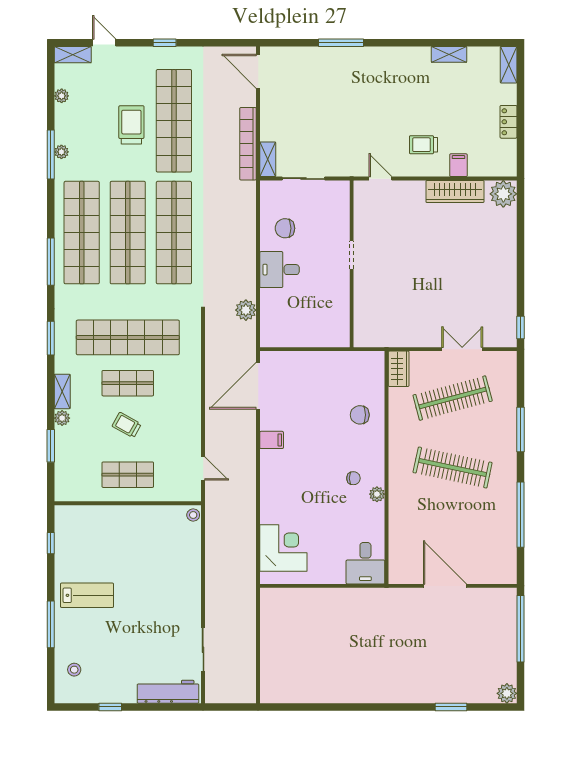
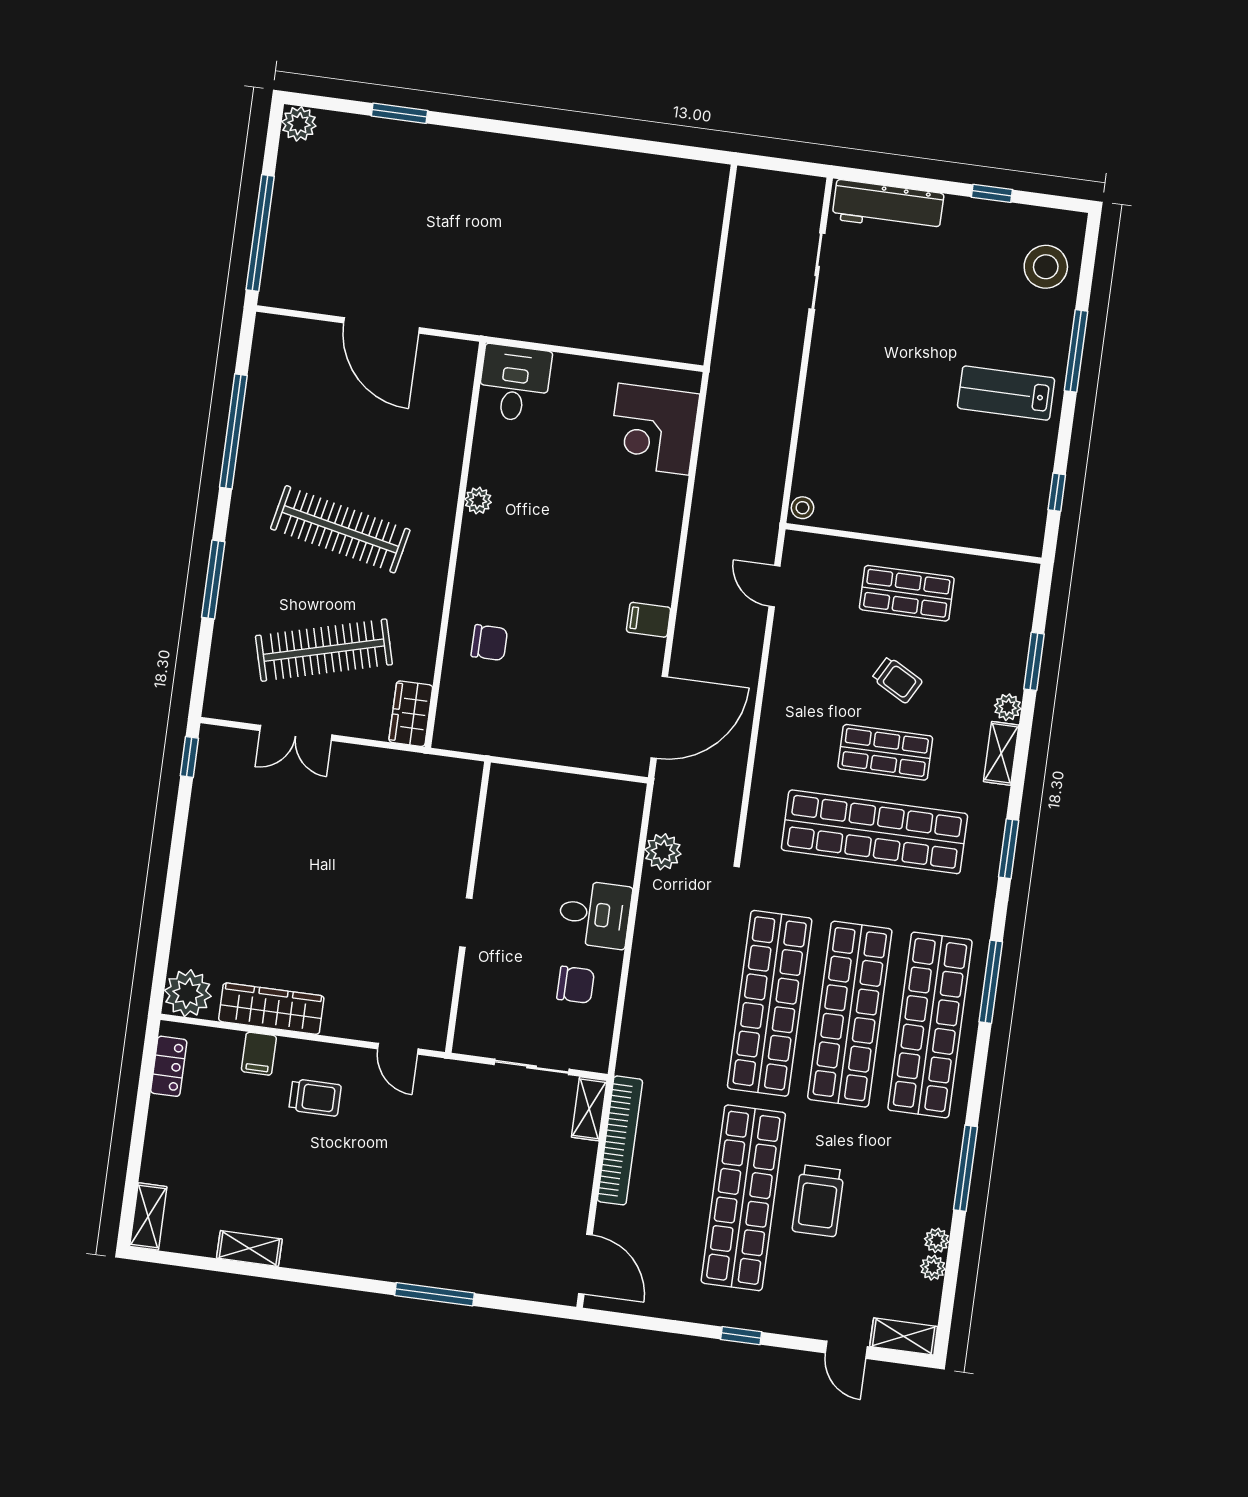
locker: (508, 122) -> (169, 1066), moved
plant: (61, 152) -> (937, 1240), moved
chair: (353, 478) -> (515, 534), removed
stool: (74, 670) -> (1046, 267), width x1.89, depth x1.89

